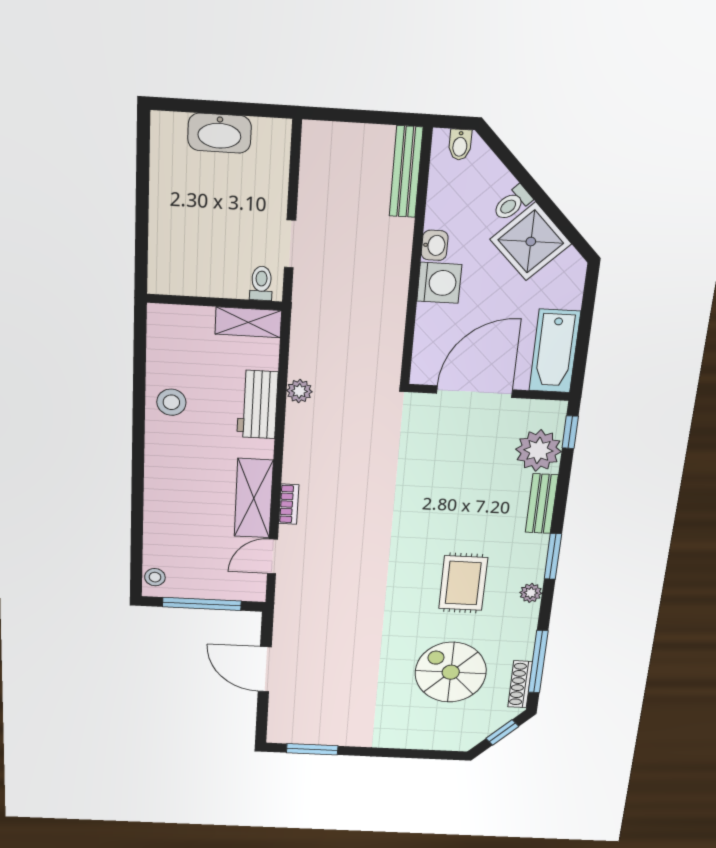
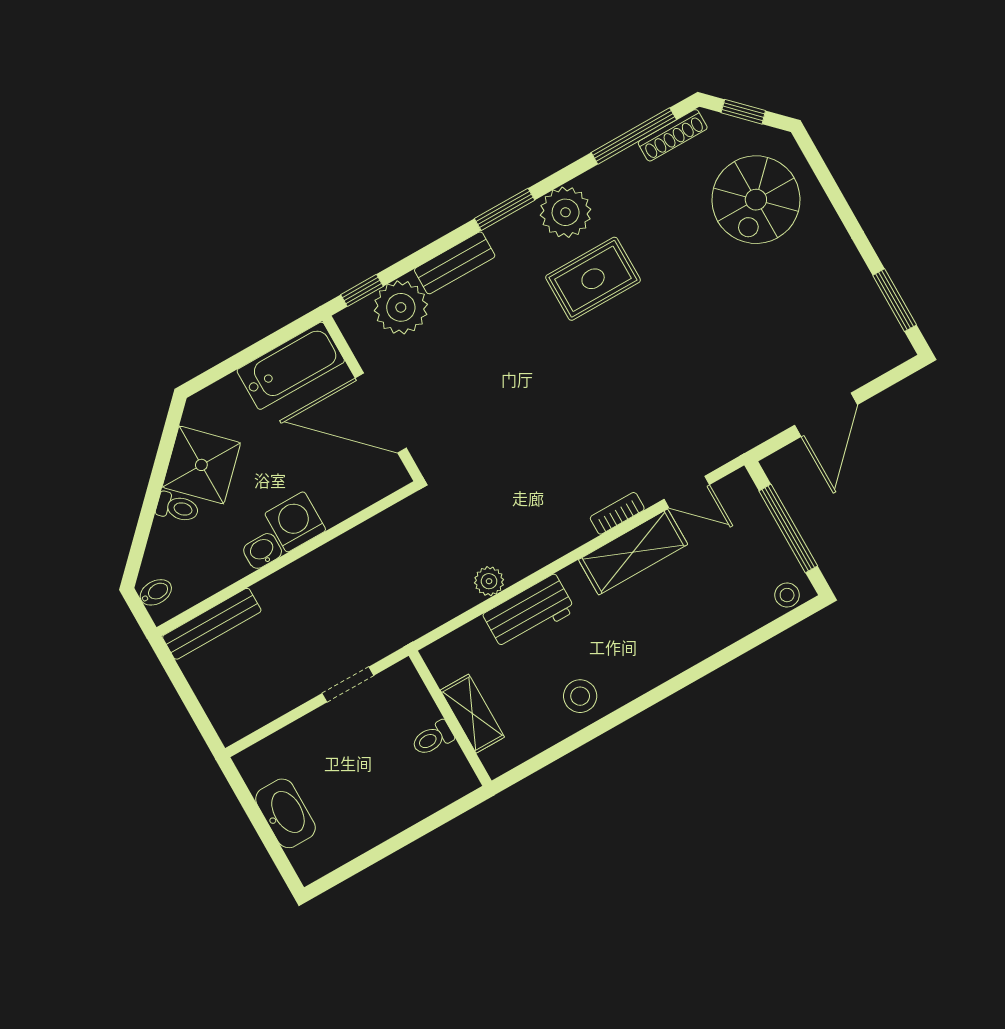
toilet: (261, 283) -> (433, 738), moved
shelving: (248, 322) -> (472, 714), moved
plant: (531, 593) -> (566, 212), width x1.88, depth x1.88
spiral stairs: (451, 672) -> (756, 200), moved

